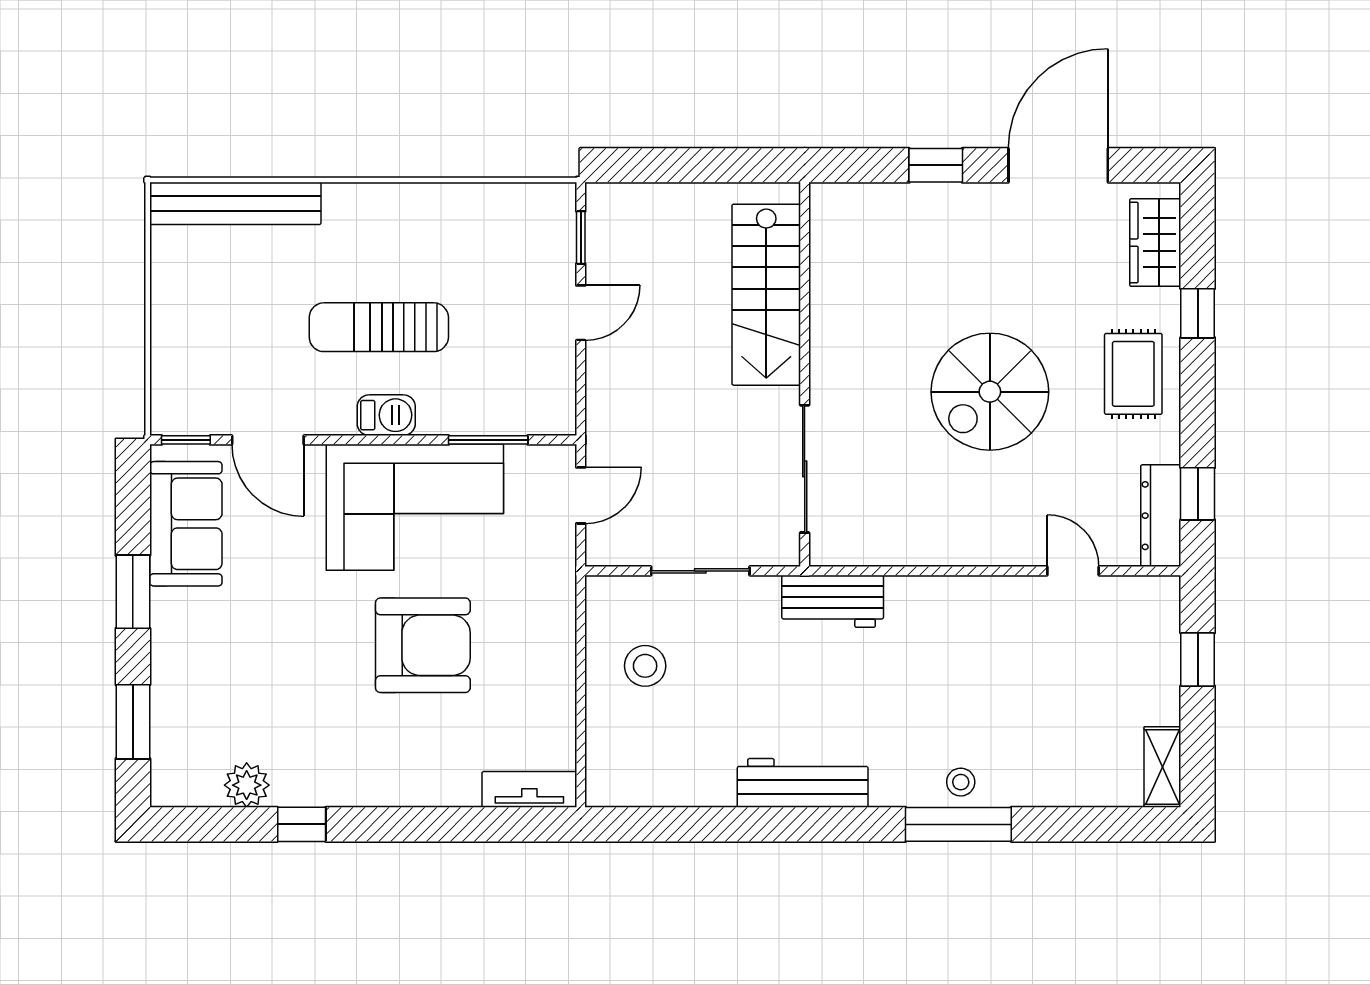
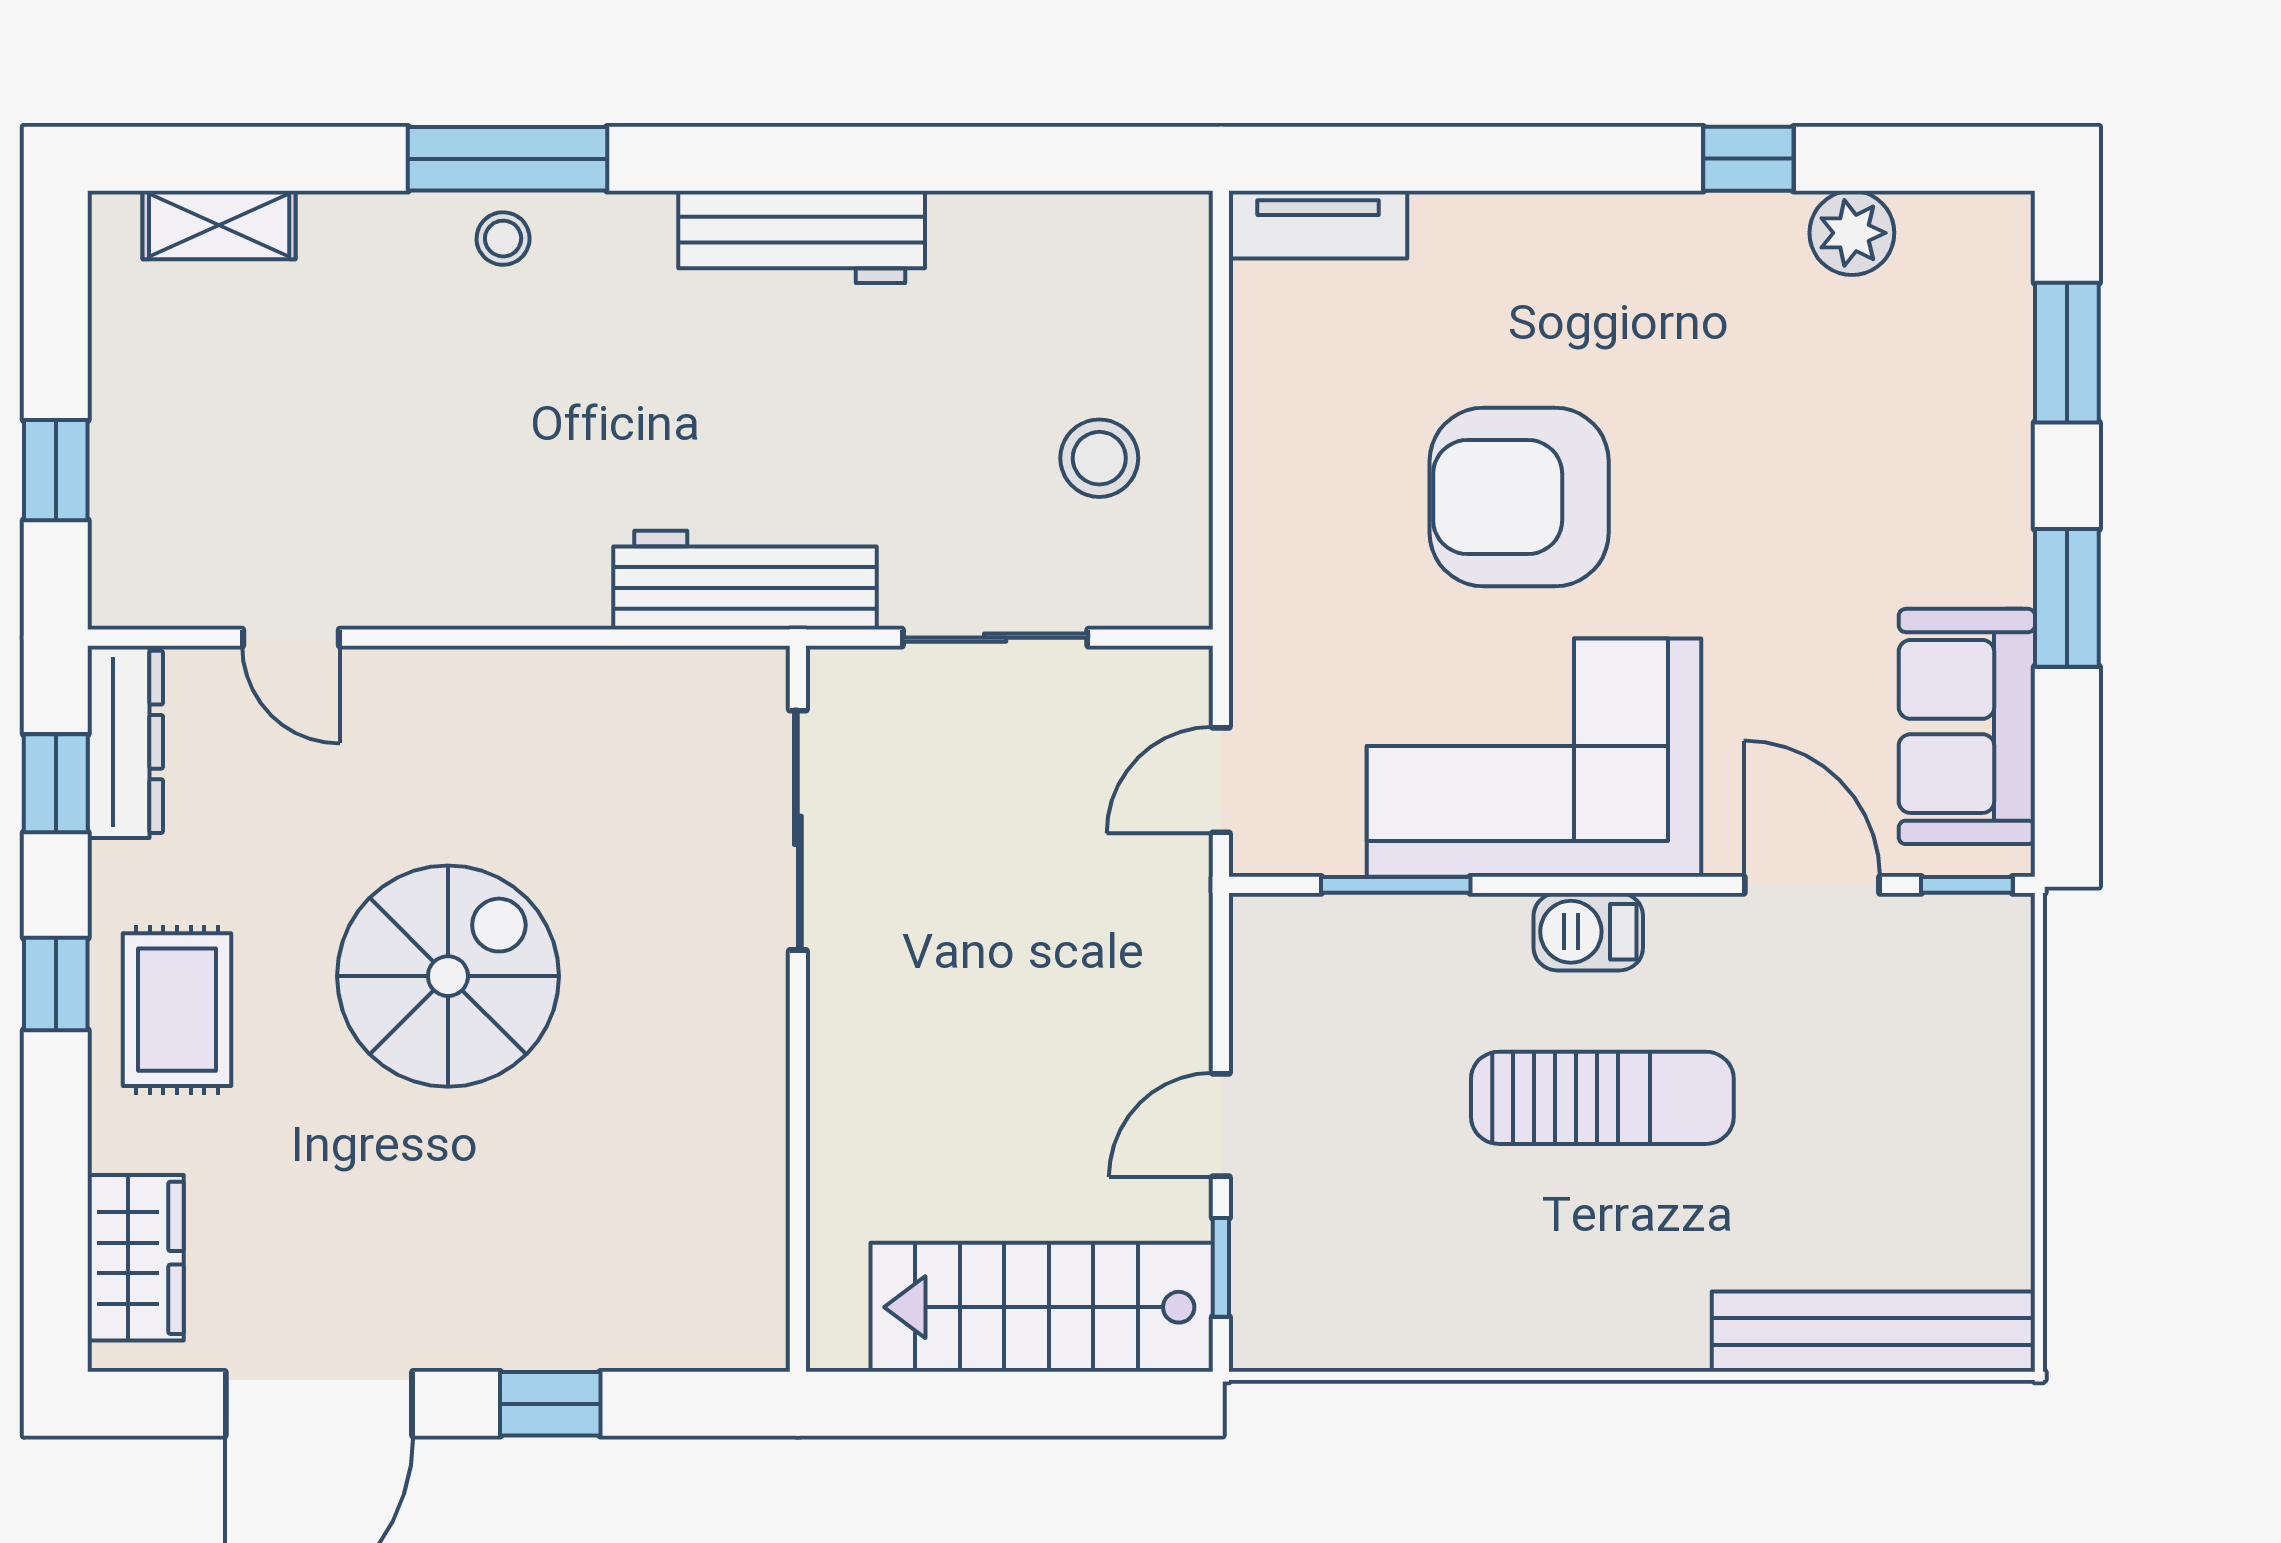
stairs: (766, 295) -> (1042, 1307), moved, turned -90
window: (1198, 313) -> (56, 984), moved
workbench: (833, 601) -> (745, 580), width x1.37
shelving: (1162, 767) -> (219, 225), moved, turned 90

